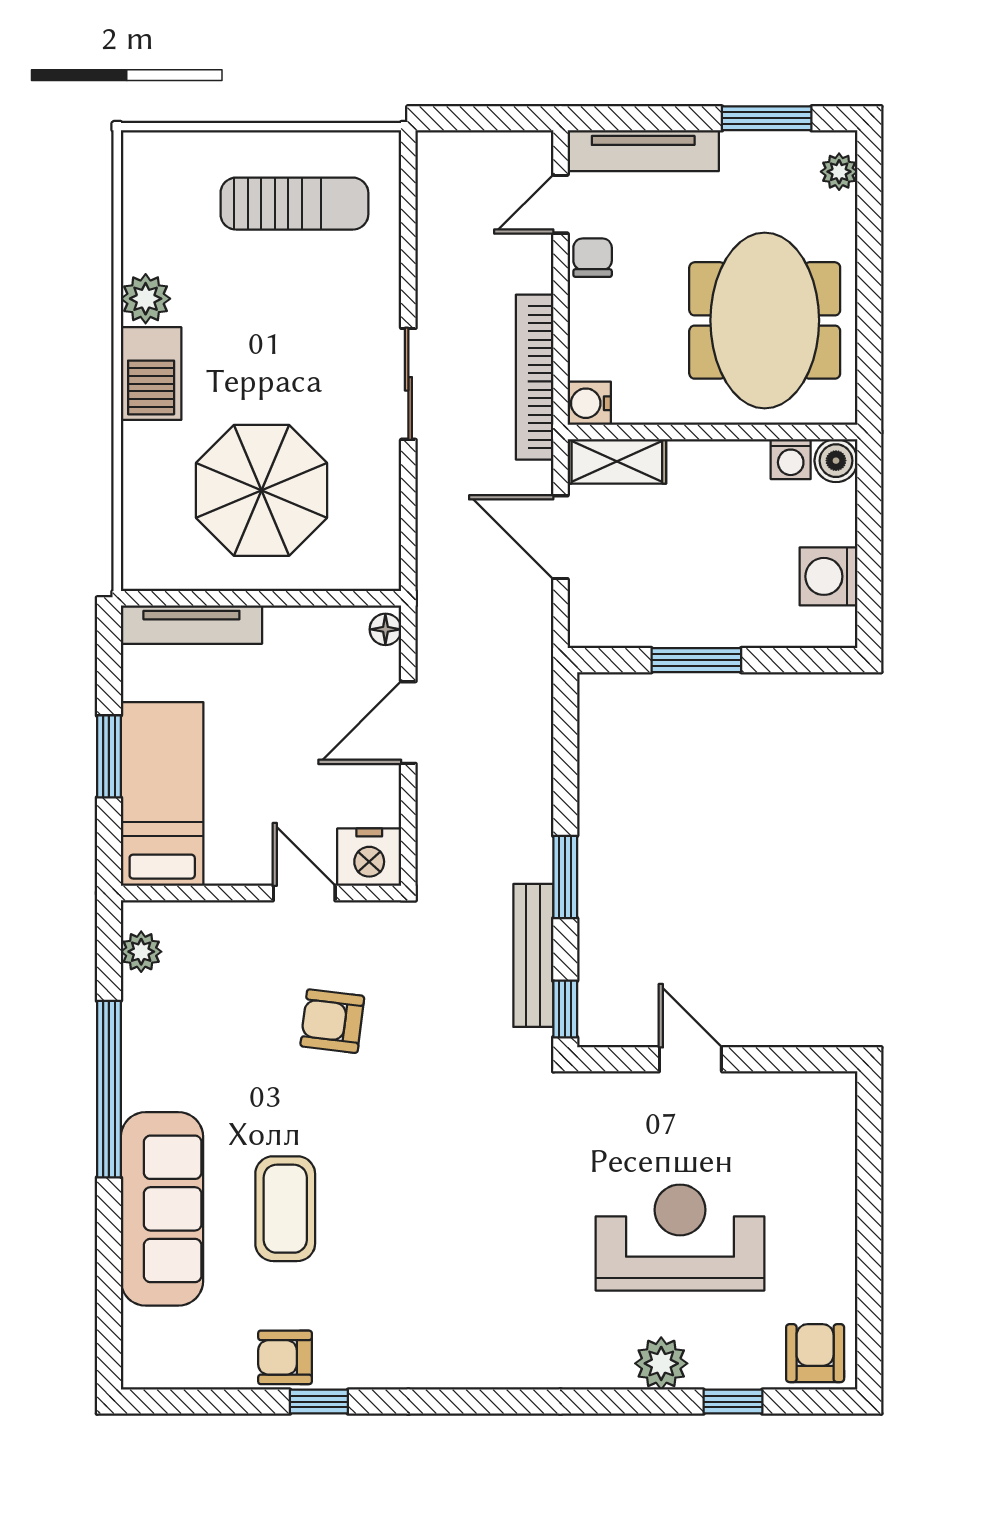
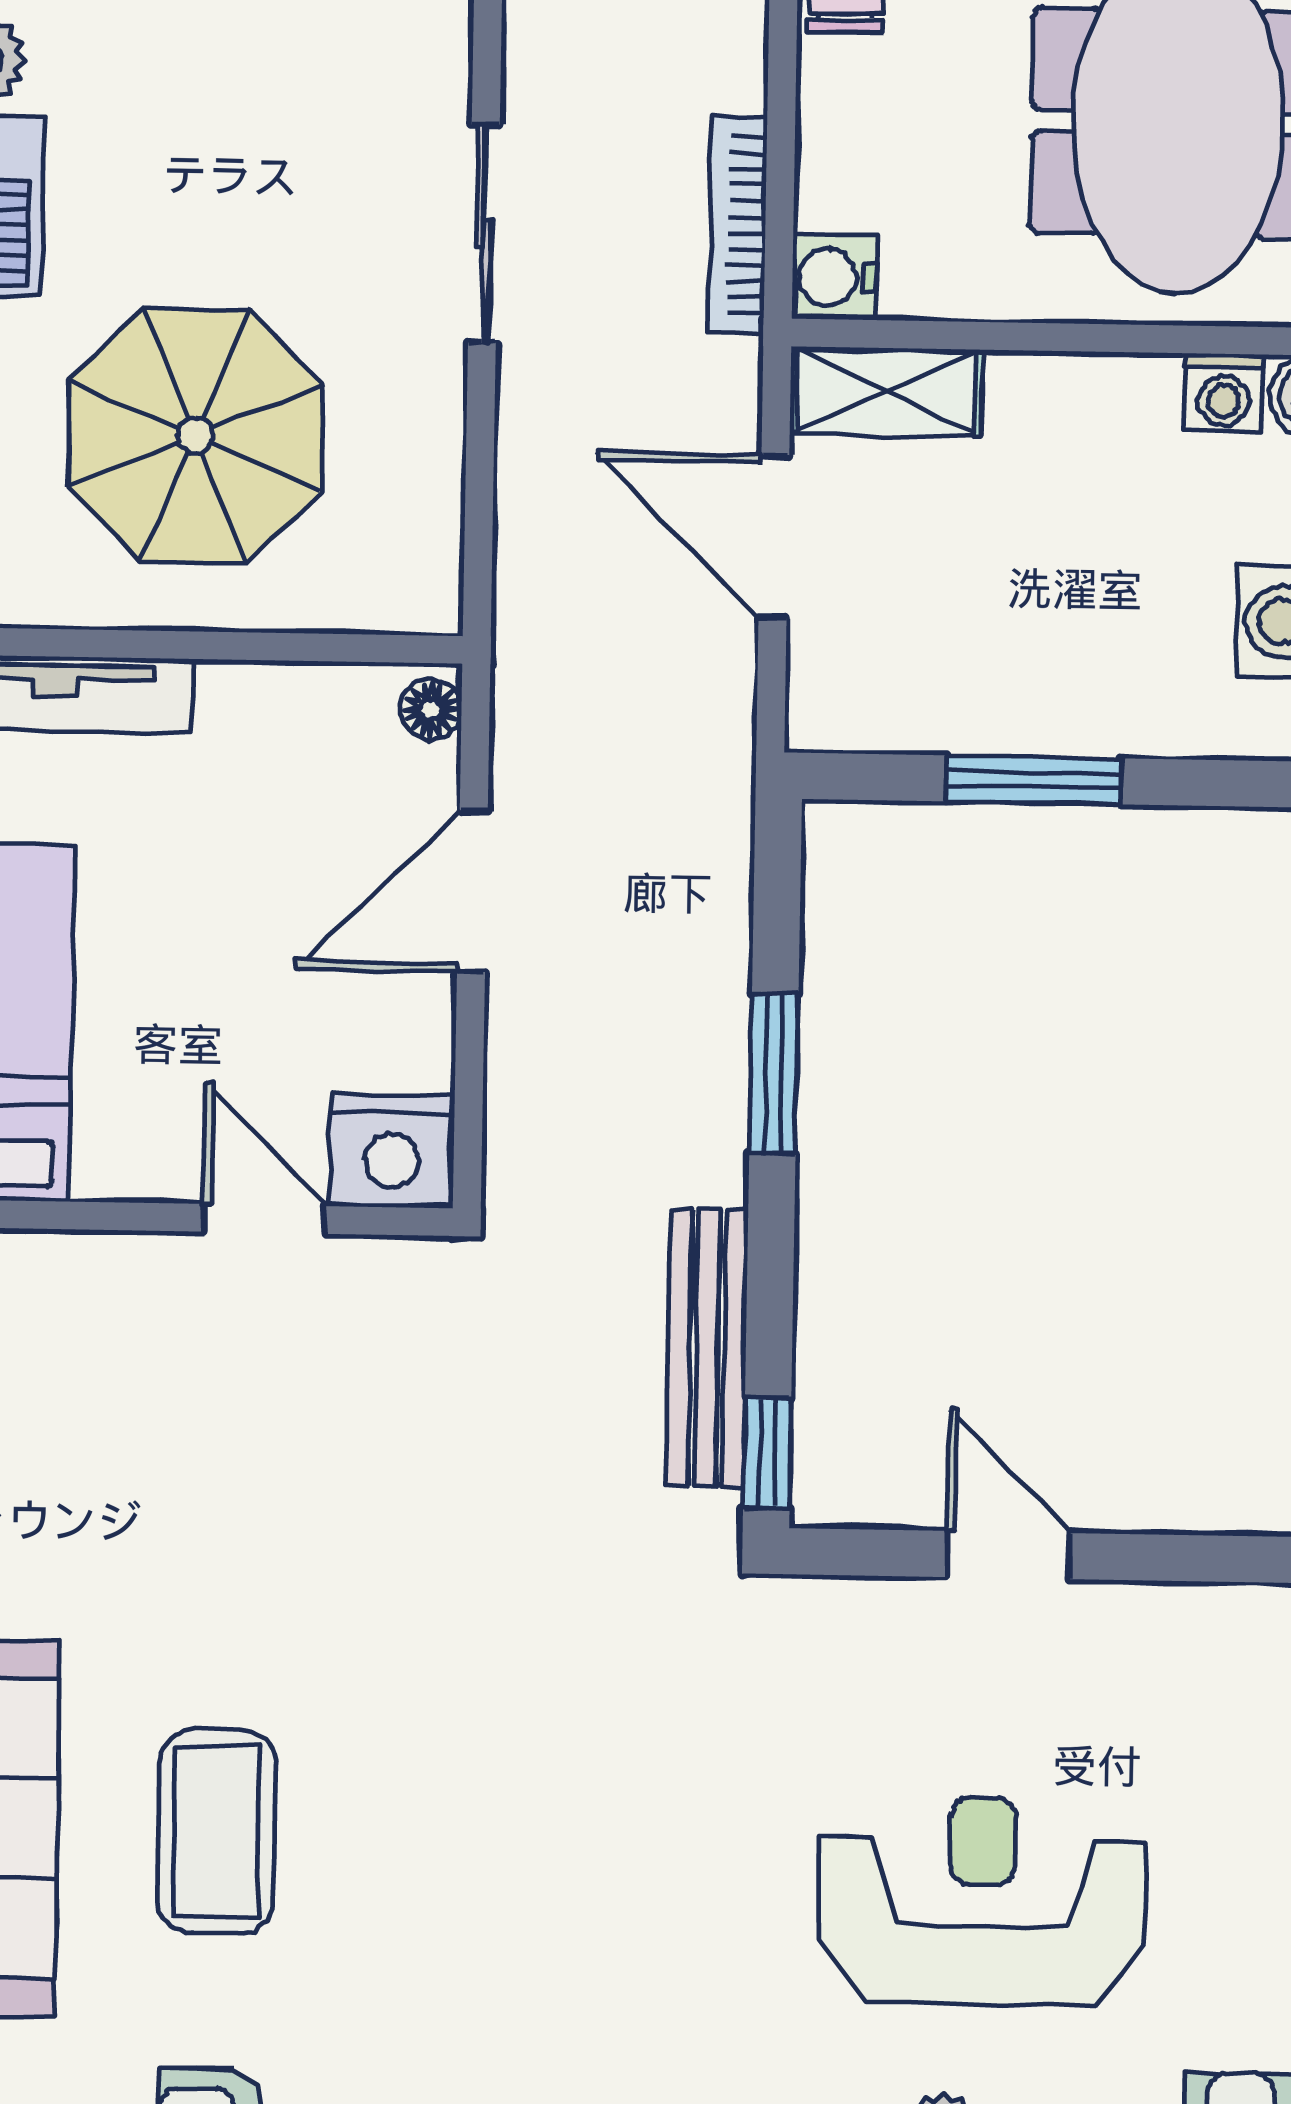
bookcase: (535, 377) -> (738, 225), width x0.68, depth x0.76
window: (565, 877) -> (774, 1074), moved
armchair: (332, 1021) -> (314, 1469), removed

